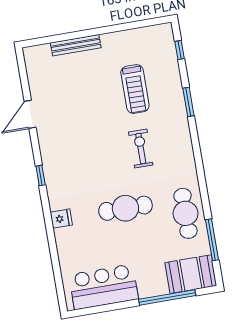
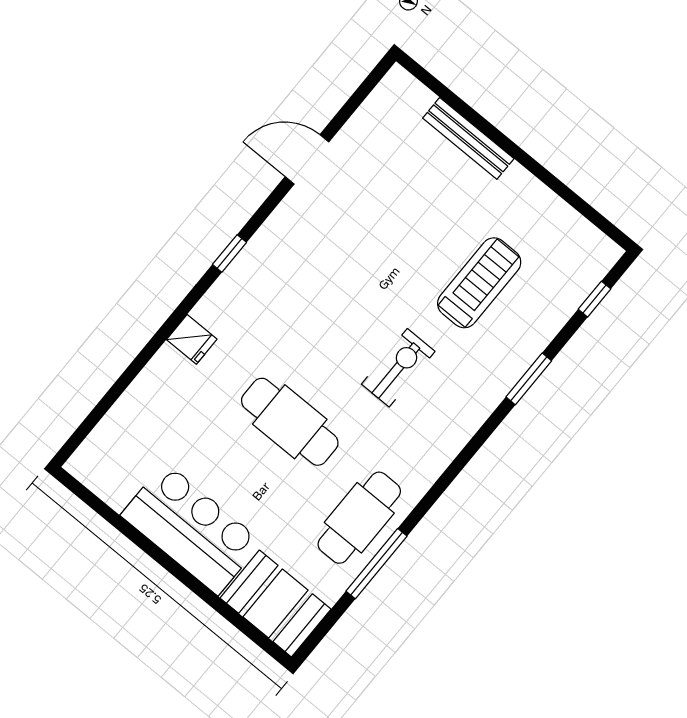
treadmill: (135, 89) -> (479, 283), turned 180
window: (212, 240) -> (376, 564), moved
bar counter: (104, 287) -> (191, 529), moved
window: (167, 297) -> (211, 598), removed

